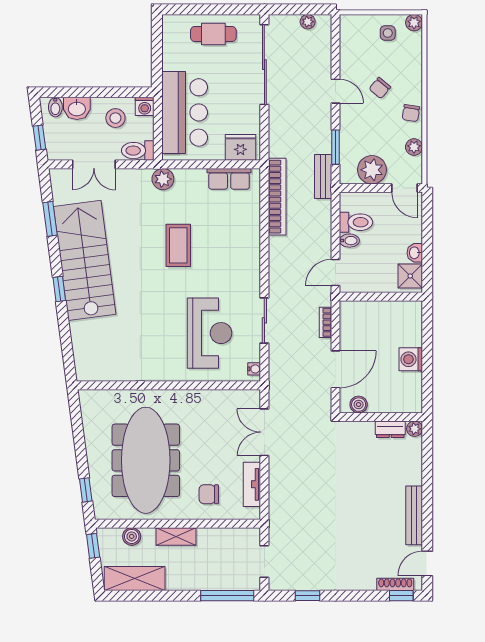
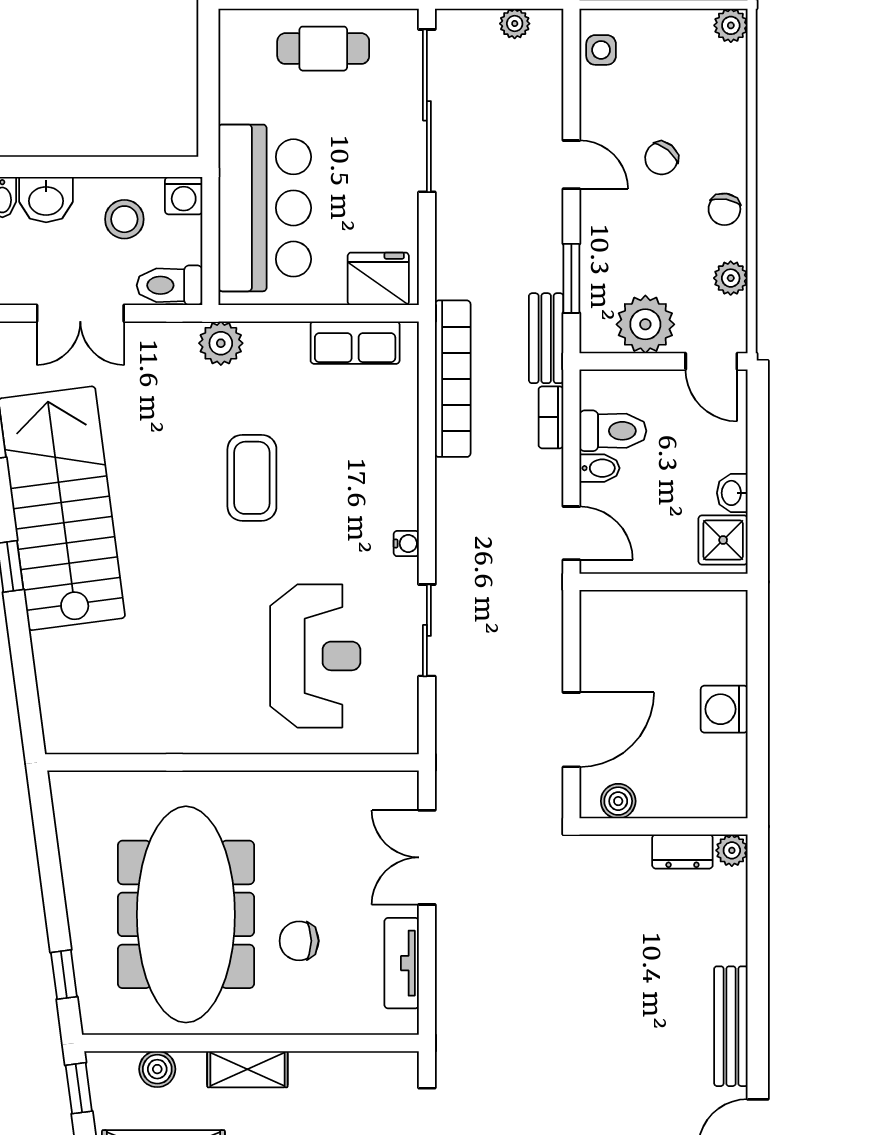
side table: (388, 33) -> (601, 50), moved
door: (335, 273) -> (571, 533), swing flipped
bookcase: (325, 322) -> (551, 417), moved
water cooler: (254, 369) -> (406, 544), moved
chair: (209, 494) -> (299, 941), moved

